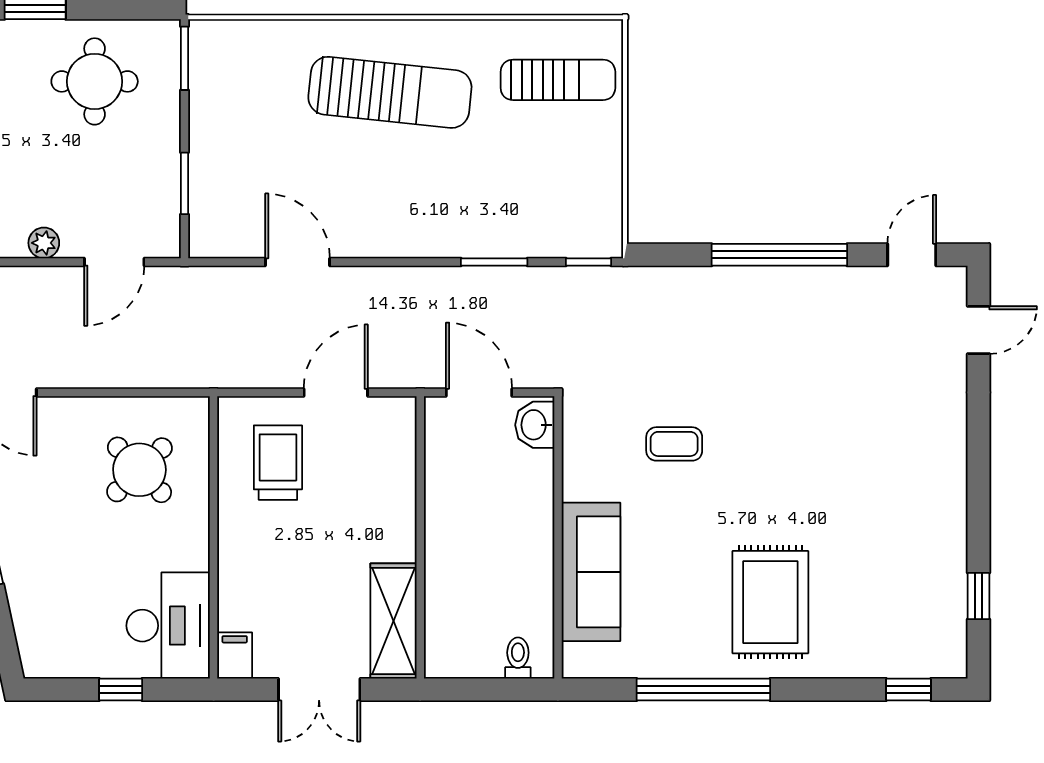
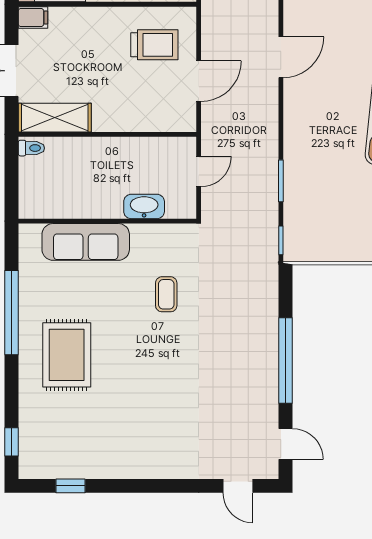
door: (336, 392) -> (199, 81), hinge flipped
door: (479, 392) -> (199, 171), width x0.73
washbasin: (535, 425) -> (144, 206), moved, width x1.38
rug: (770, 602) -> (67, 355), turned 90
toilet: (518, 658) -> (31, 148), moved

